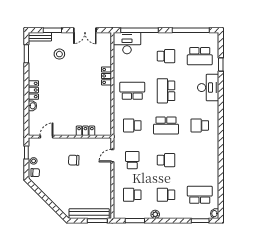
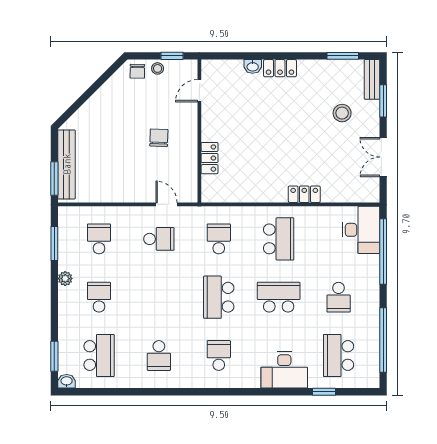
door: (46, 137) -> (199, 91), swing flipped
school desk: (166, 160) -> (159, 355), moved

